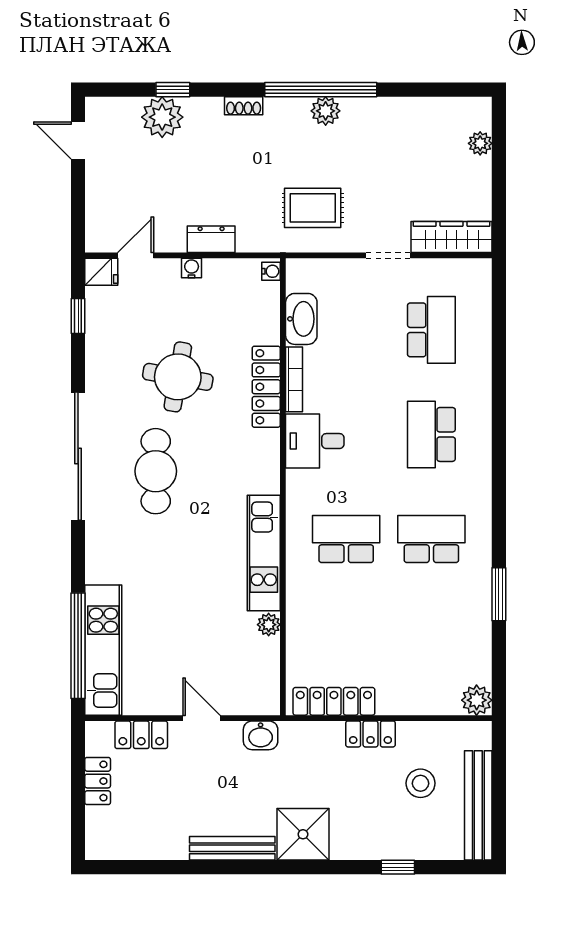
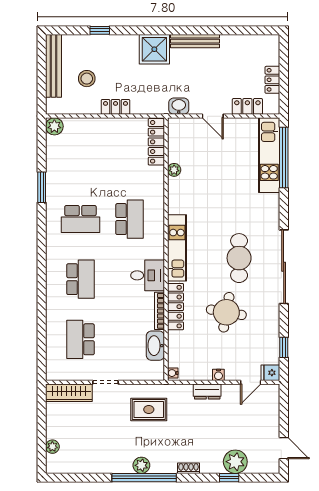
school desk: (346, 539) -> (130, 219), turned -90
kitchen unit: (264, 553) -> (177, 248), moved
locker: (334, 701) -> (156, 142), moved, turned 90

